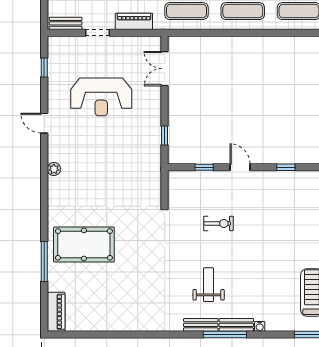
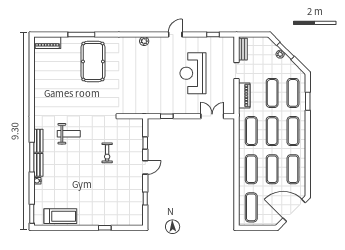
weight bench: (209, 285) -> (69, 134), moved

